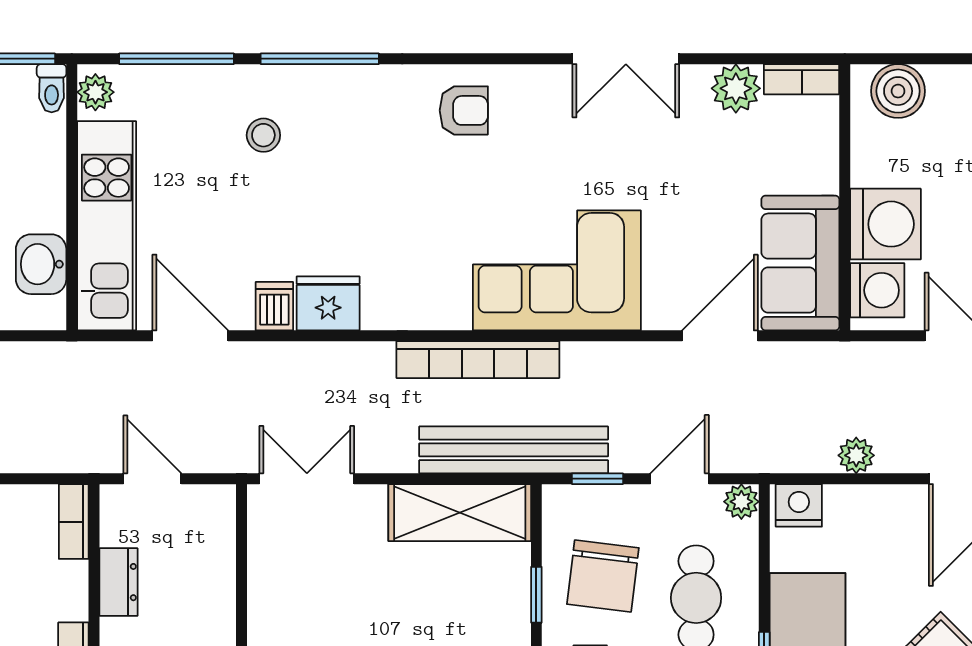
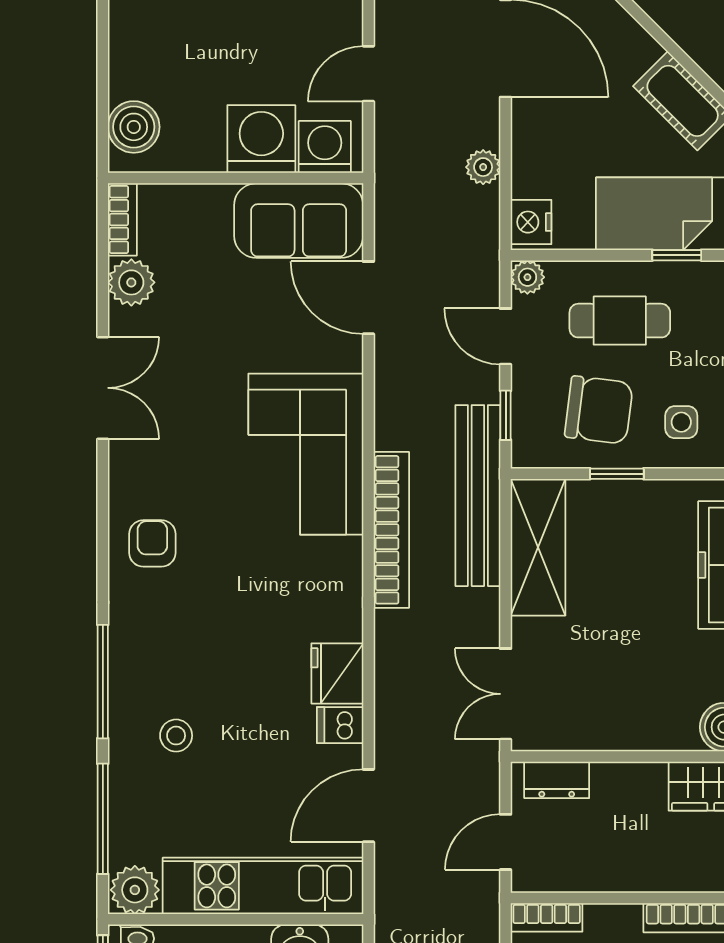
plant: (95, 92) -> (135, 890), width x1.38, depth x1.38
dresser: (118, 582) -> (557, 780), moved, turned 180

